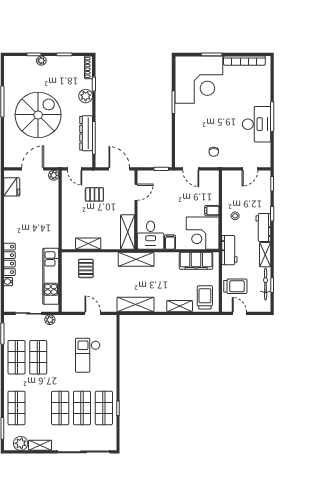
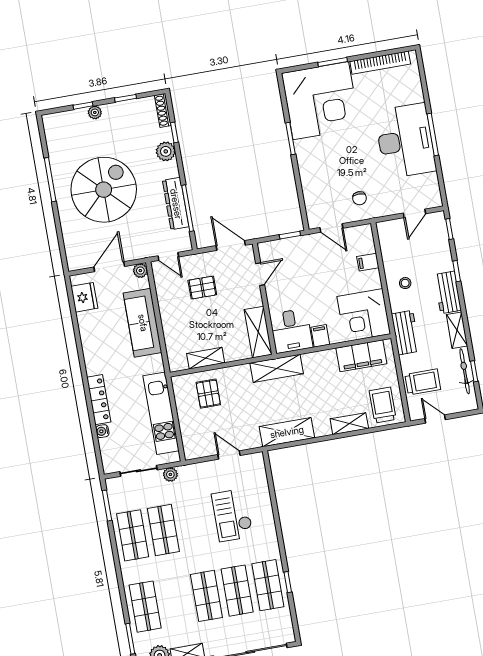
desk: (257, 124) -> (405, 141), width x1.36, depth x1.30
filing cabinet: (212, 211) -> (368, 262), moved
sofa: (49, 212) -> (143, 323), added

